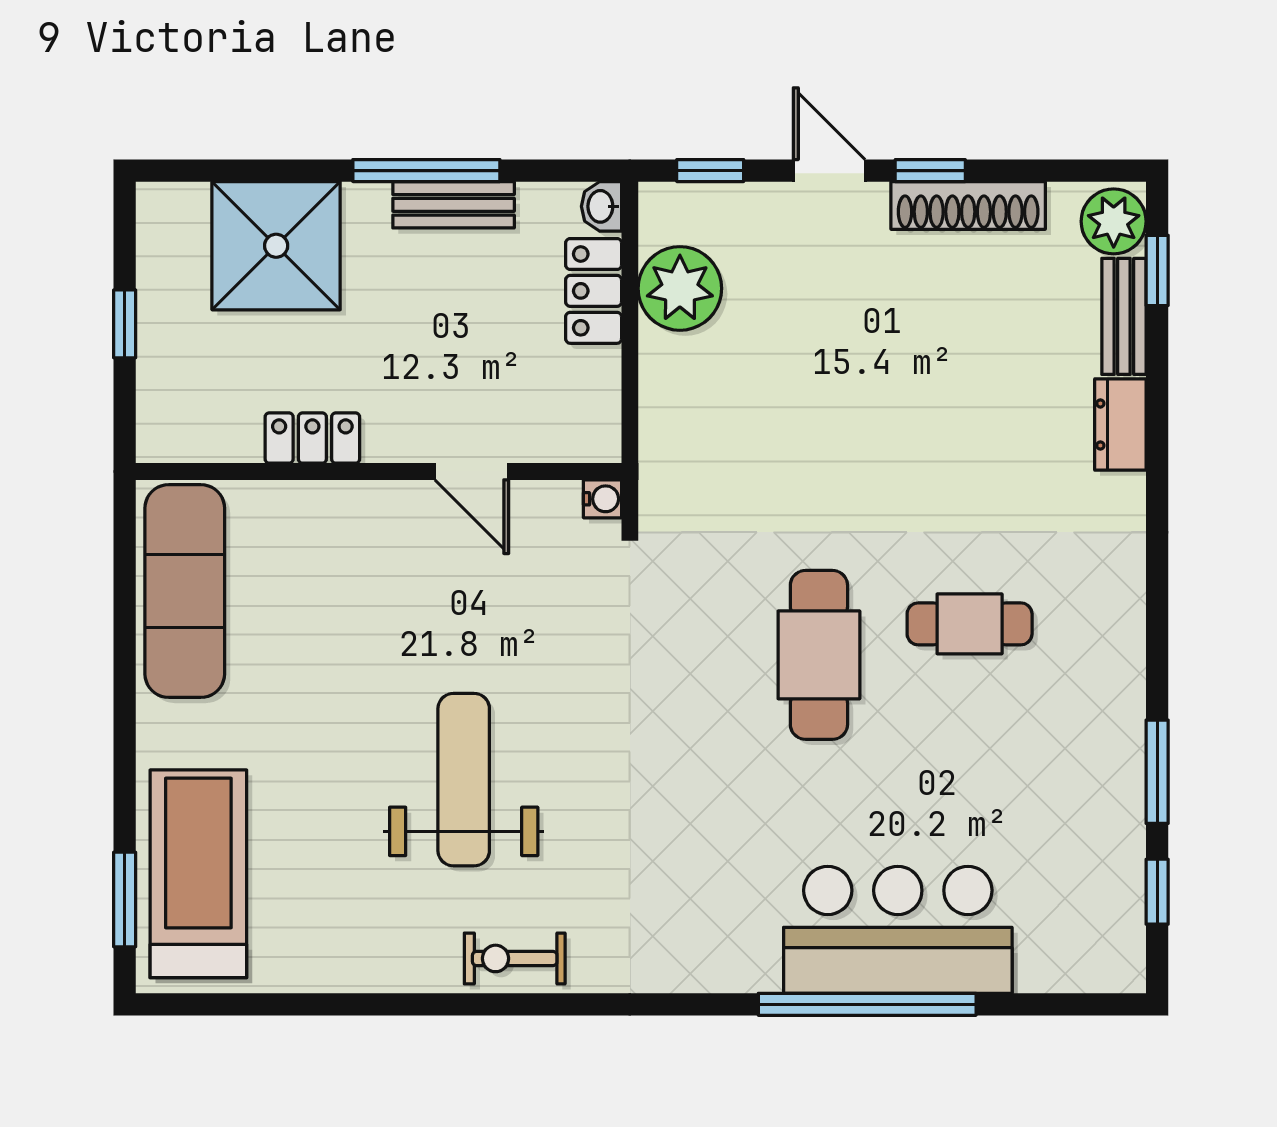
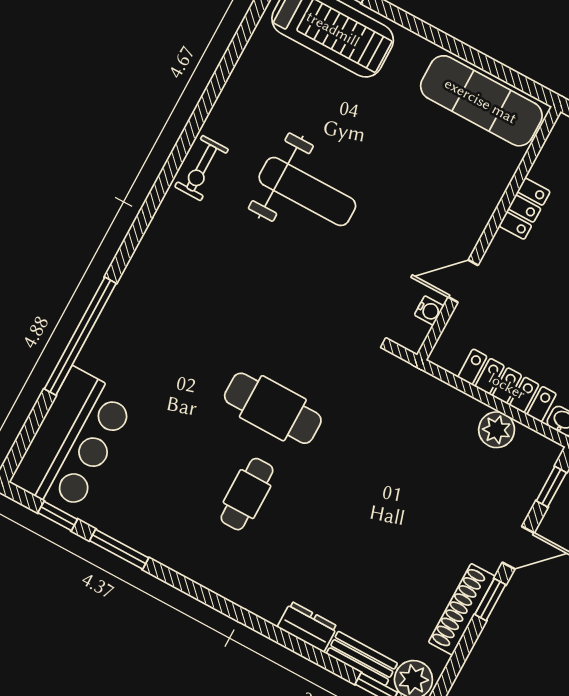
plant: (680, 288) -> (497, 430), width x0.73, depth x0.73
locker: (594, 291) -> (507, 386), width x1.53
water cooler: (603, 499) -> (429, 310), moved, turned -90
bar counter: (898, 930) -> (73, 441), moved
exercise bike: (515, 958) -> (202, 168), turned 180

